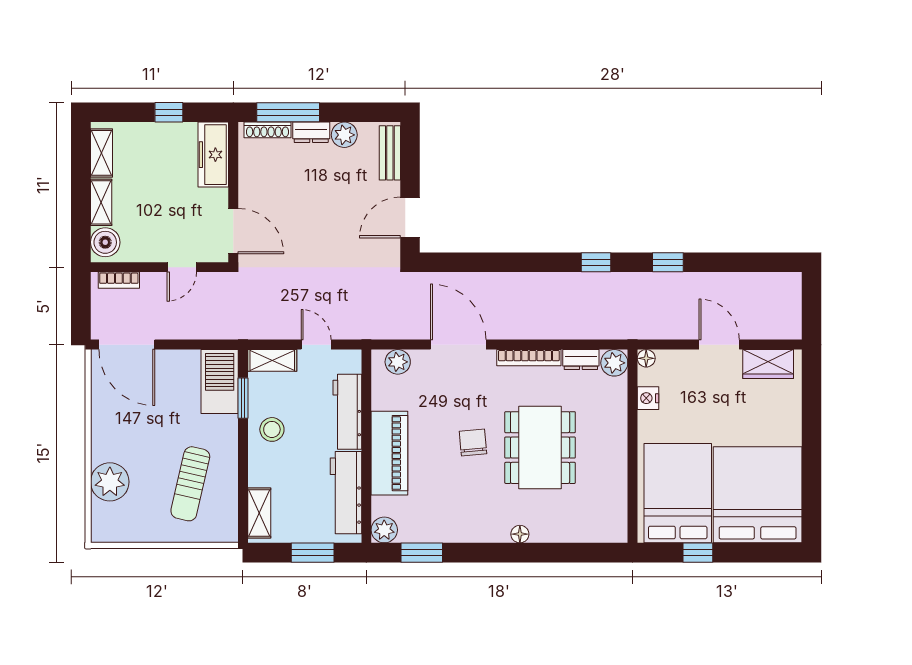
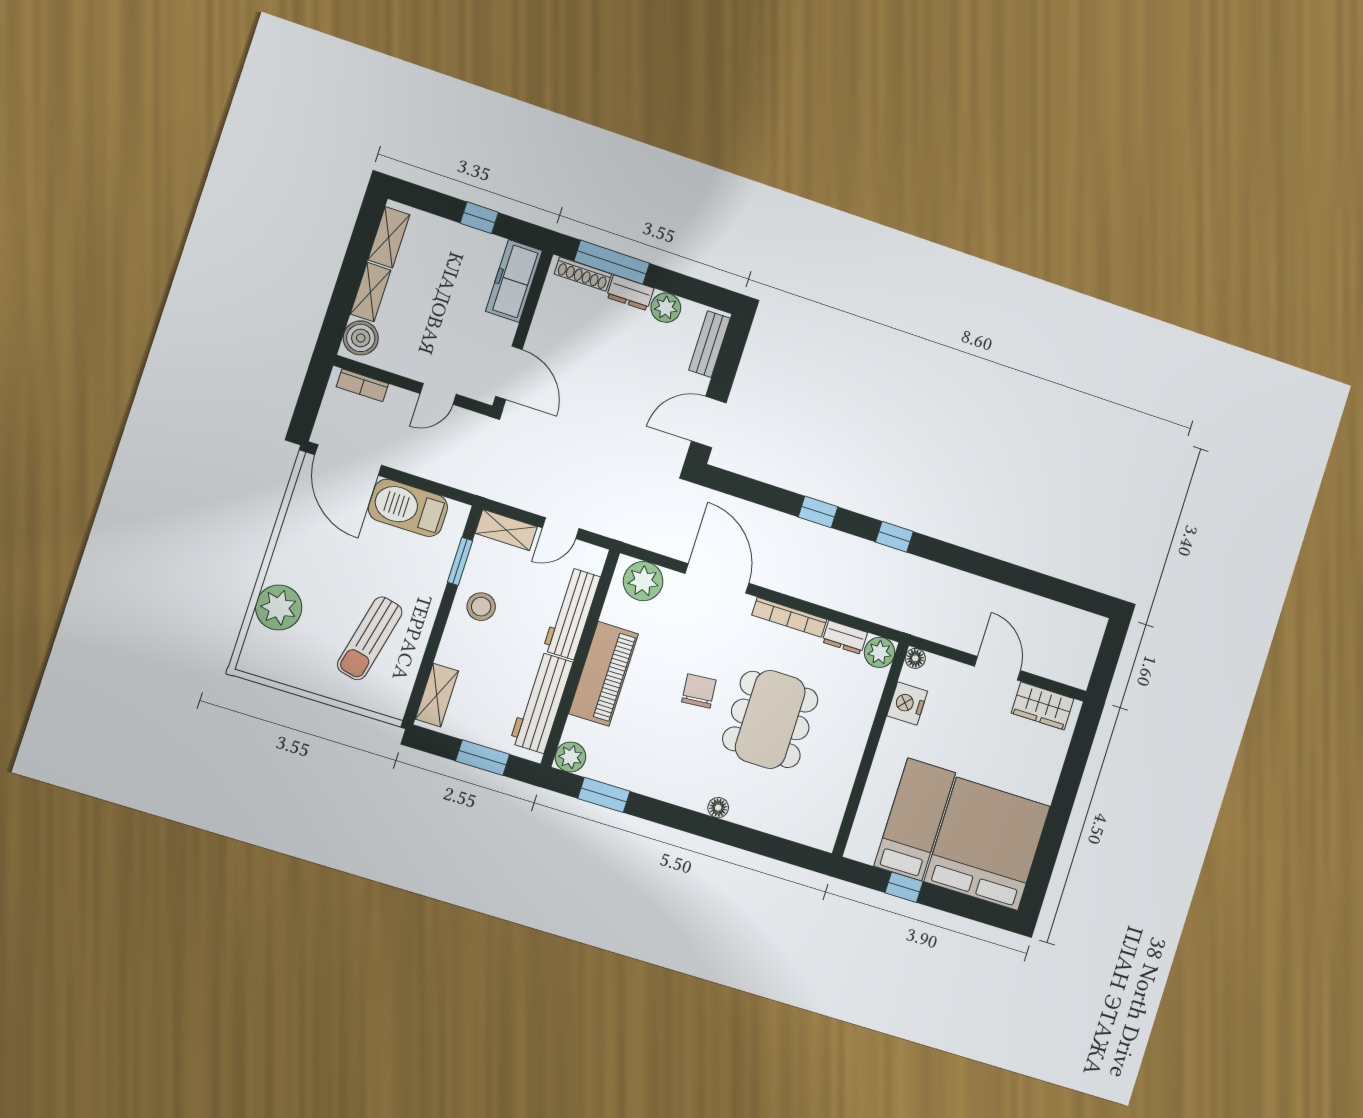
window: (668, 262) -> (818, 512), moved
door: (316, 345) -> (561, 528), swing flipped
plant: (398, 362) -> (643, 581), width x1.36, depth x1.36
barbecue: (220, 381) -> (408, 508), moved, turned -90
nightstand: (648, 398) -> (907, 703), width x1.36, depth x1.33
bed: (678, 493) -> (915, 819), width x0.67

